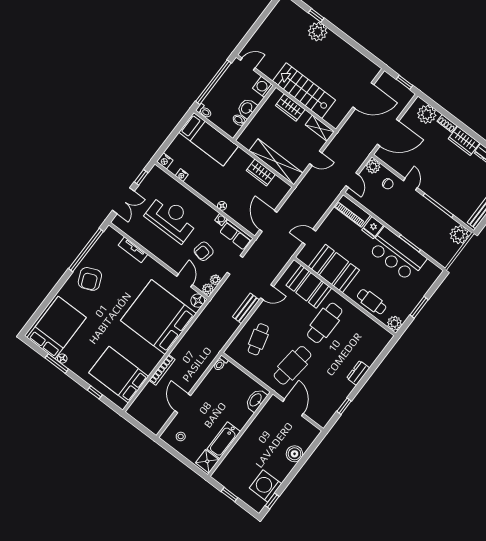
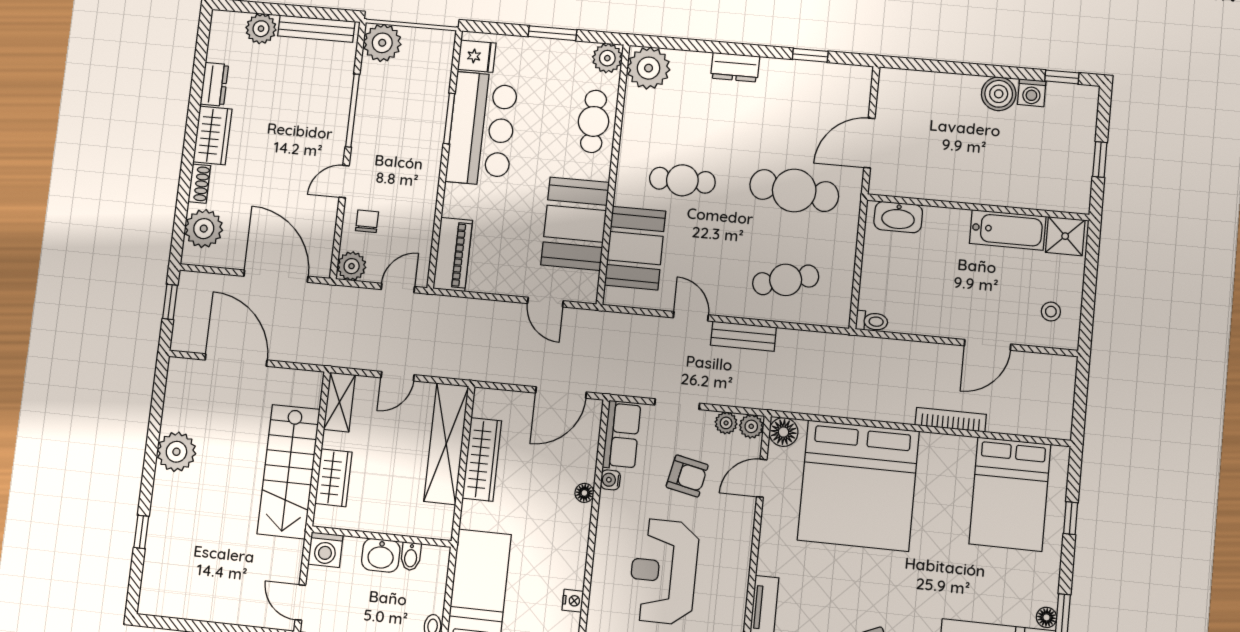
plant: (318, 32) -> (176, 452), moved
door: (316, 158) -> (398, 376), swing flipped
wardrobe: (261, 172) -> (482, 459), width x1.50
fridge: (373, 228) -> (477, 56), moved
cafe table: (325, 323) -> (682, 180), width x0.73, depth x0.74
plant: (380, 338) -> (649, 68), added
boiler: (294, 454) -> (999, 94), moved
washing machine: (265, 486) -> (1032, 93), width x0.53, depth x0.53

